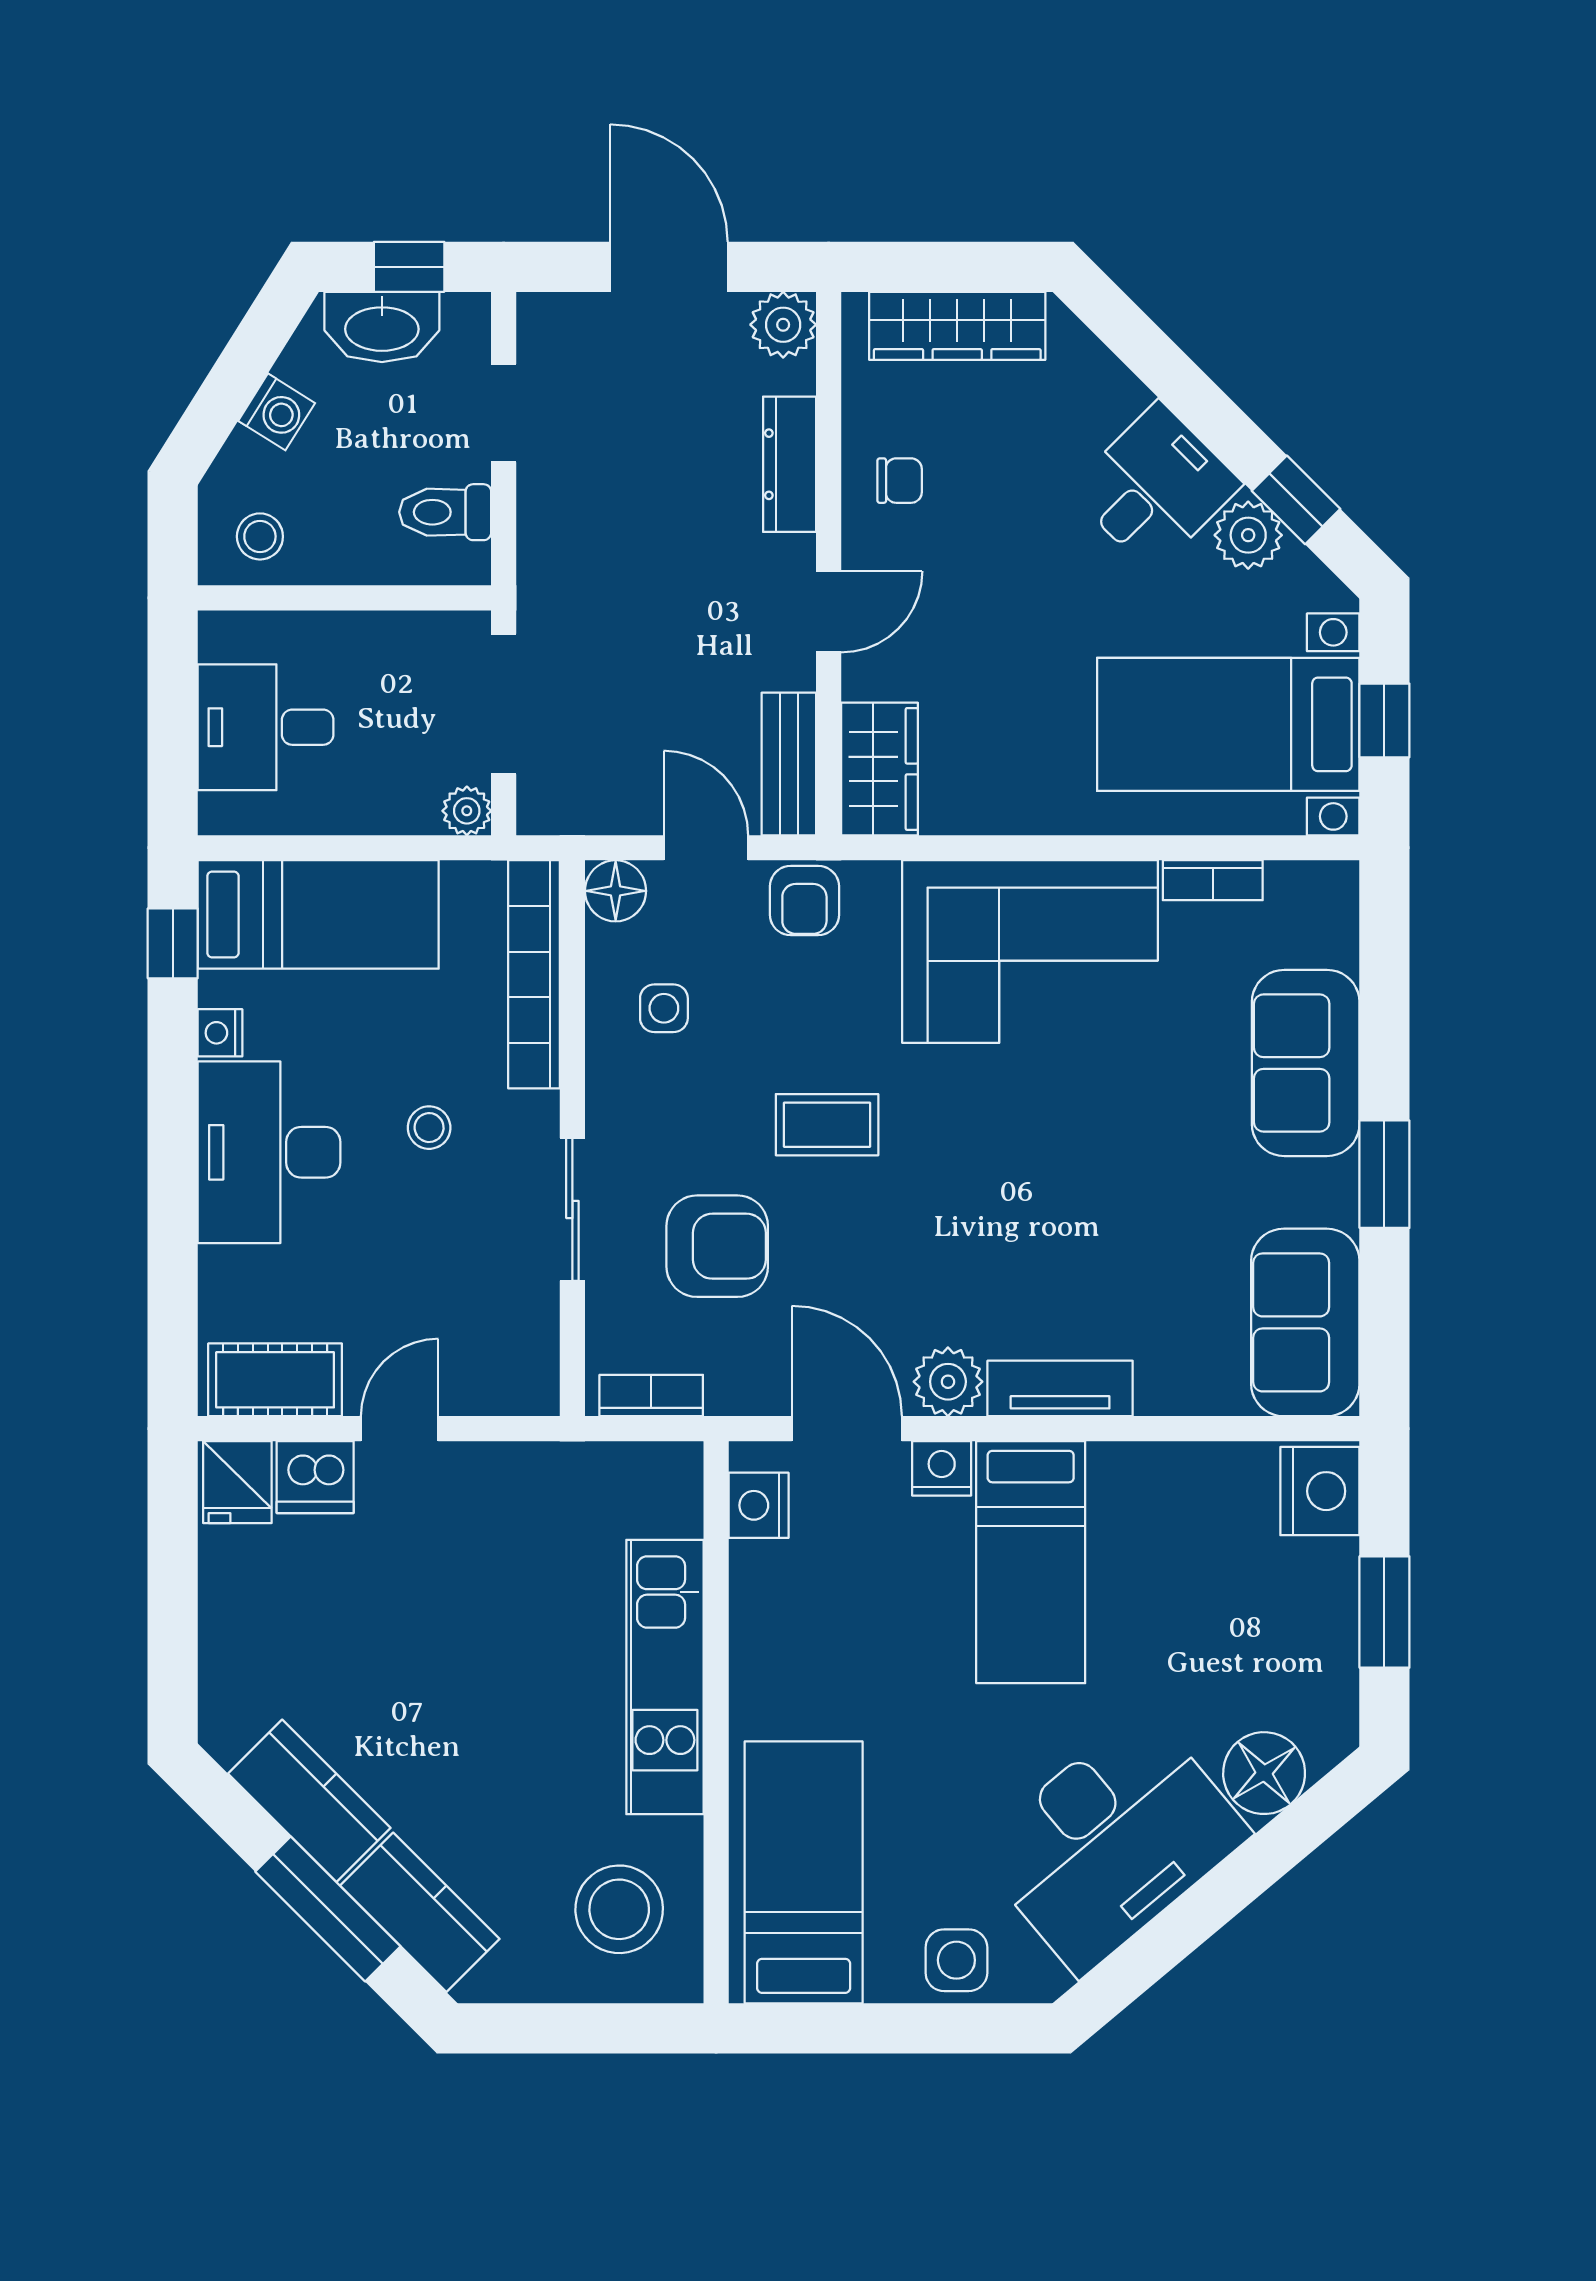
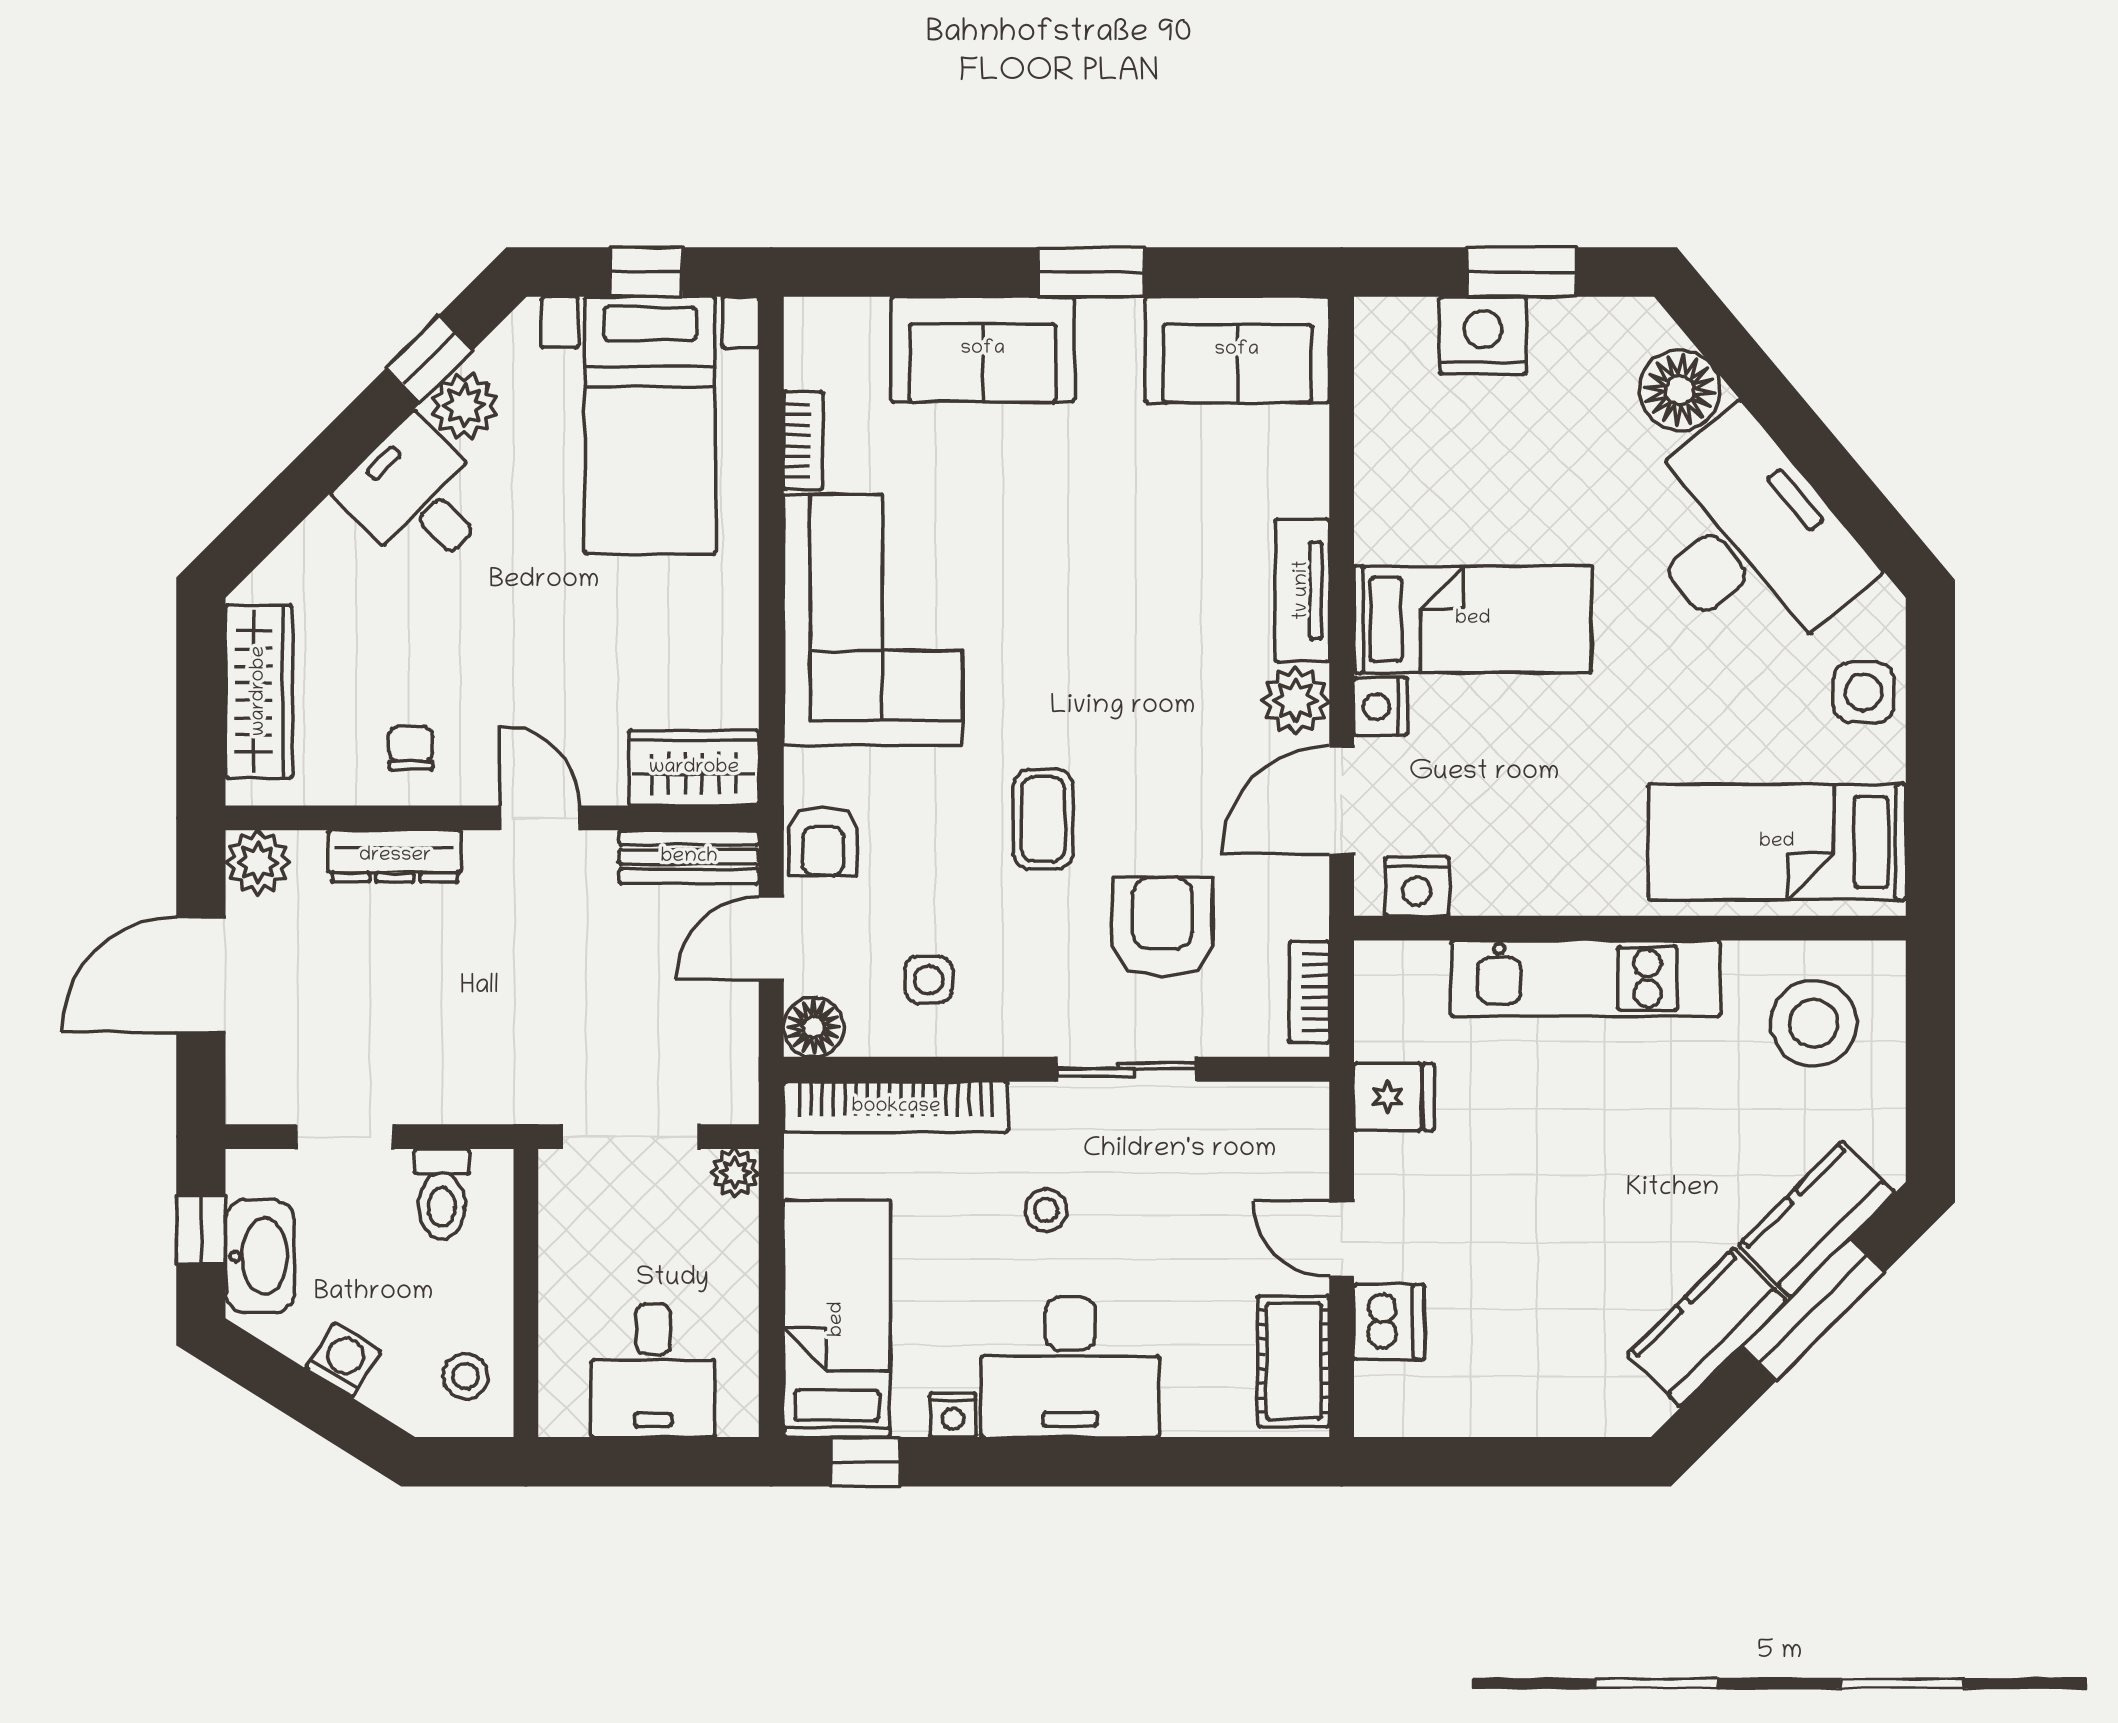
armchair: (804, 901) -> (823, 841), turned 90
fridge: (237, 1482) -> (1394, 1097), moved
nightstand: (1320, 1491) -> (1483, 335), moved

